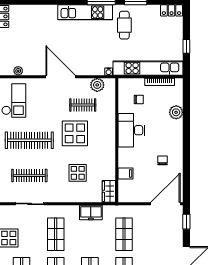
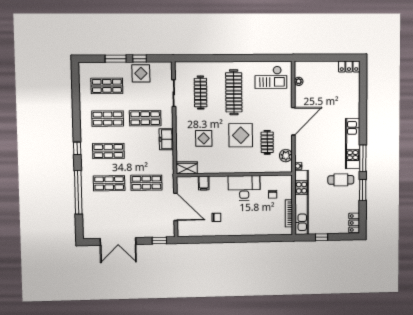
plant: (176, 112) -> (261, 229), removed
door: (165, 204) -> (176, 207), moved
freezer: (91, 213) -> (166, 139), moved

